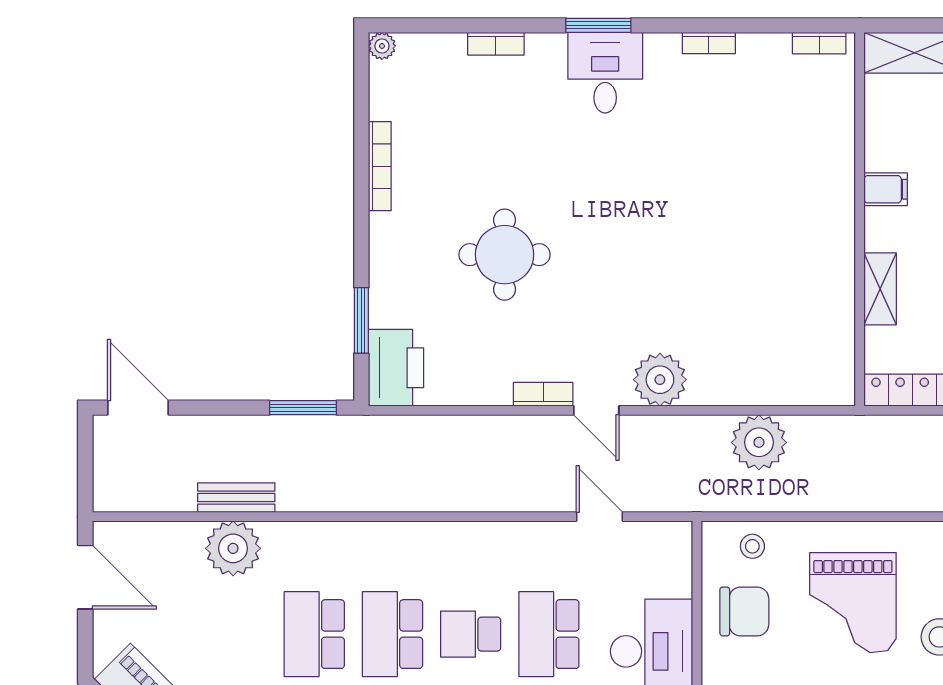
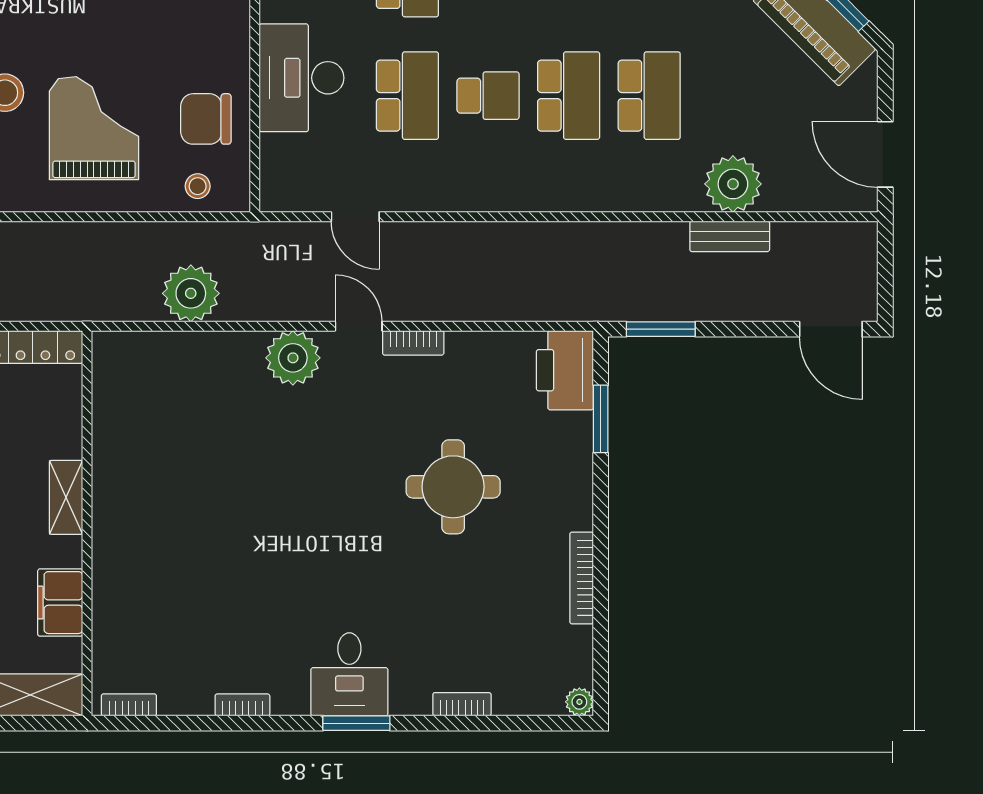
filing cabinet: (886, 189) -> (60, 603), moved, width x2.00
shelving: (880, 289) -> (66, 497), moved

